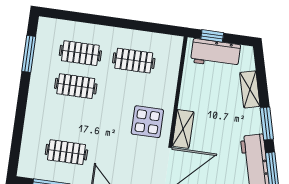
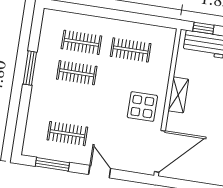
window: (29, 54) -> (30, 68), moved
shelving: (183, 129) -> (178, 95), moved

